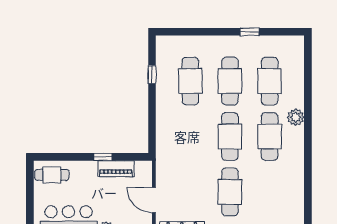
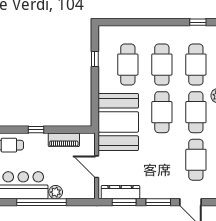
window: (250, 32) -> (198, 22), moved
booth: (179, 148) -> (118, 122), added
window: (103, 157) -> (36, 130), moved
cafe table: (230, 192) -> (196, 160), moved

